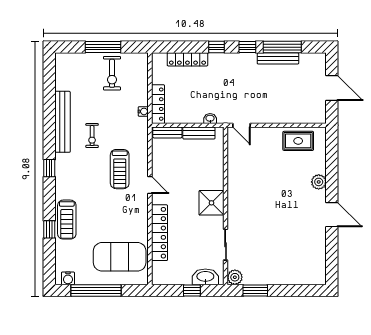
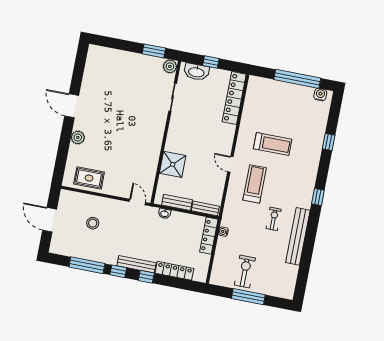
bench: (278, 58) -> (136, 264), moved
stool: (285, 93) -> (93, 223), added
shower: (211, 203) -> (173, 164), moved
treadmill: (67, 220) -> (273, 144), moved, turned 90
locker: (159, 233) -> (234, 98), moved
exercise mat: (120, 257) -> (270, 105), removed

